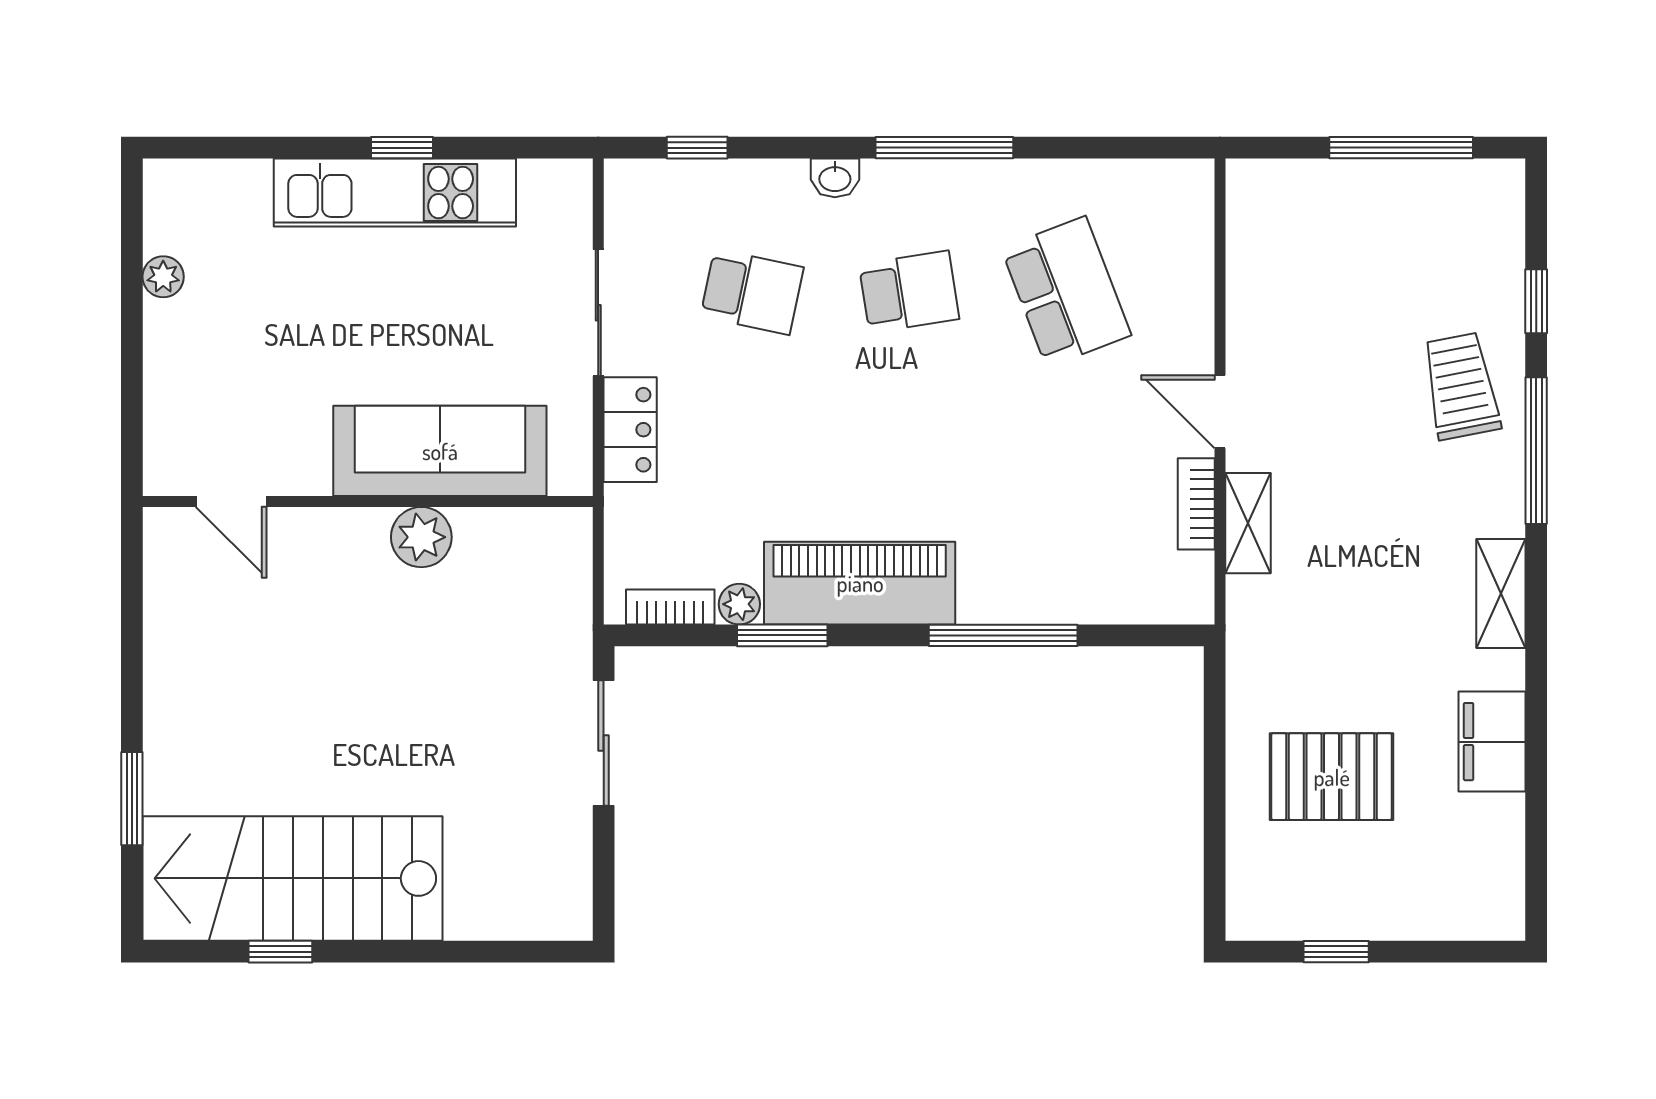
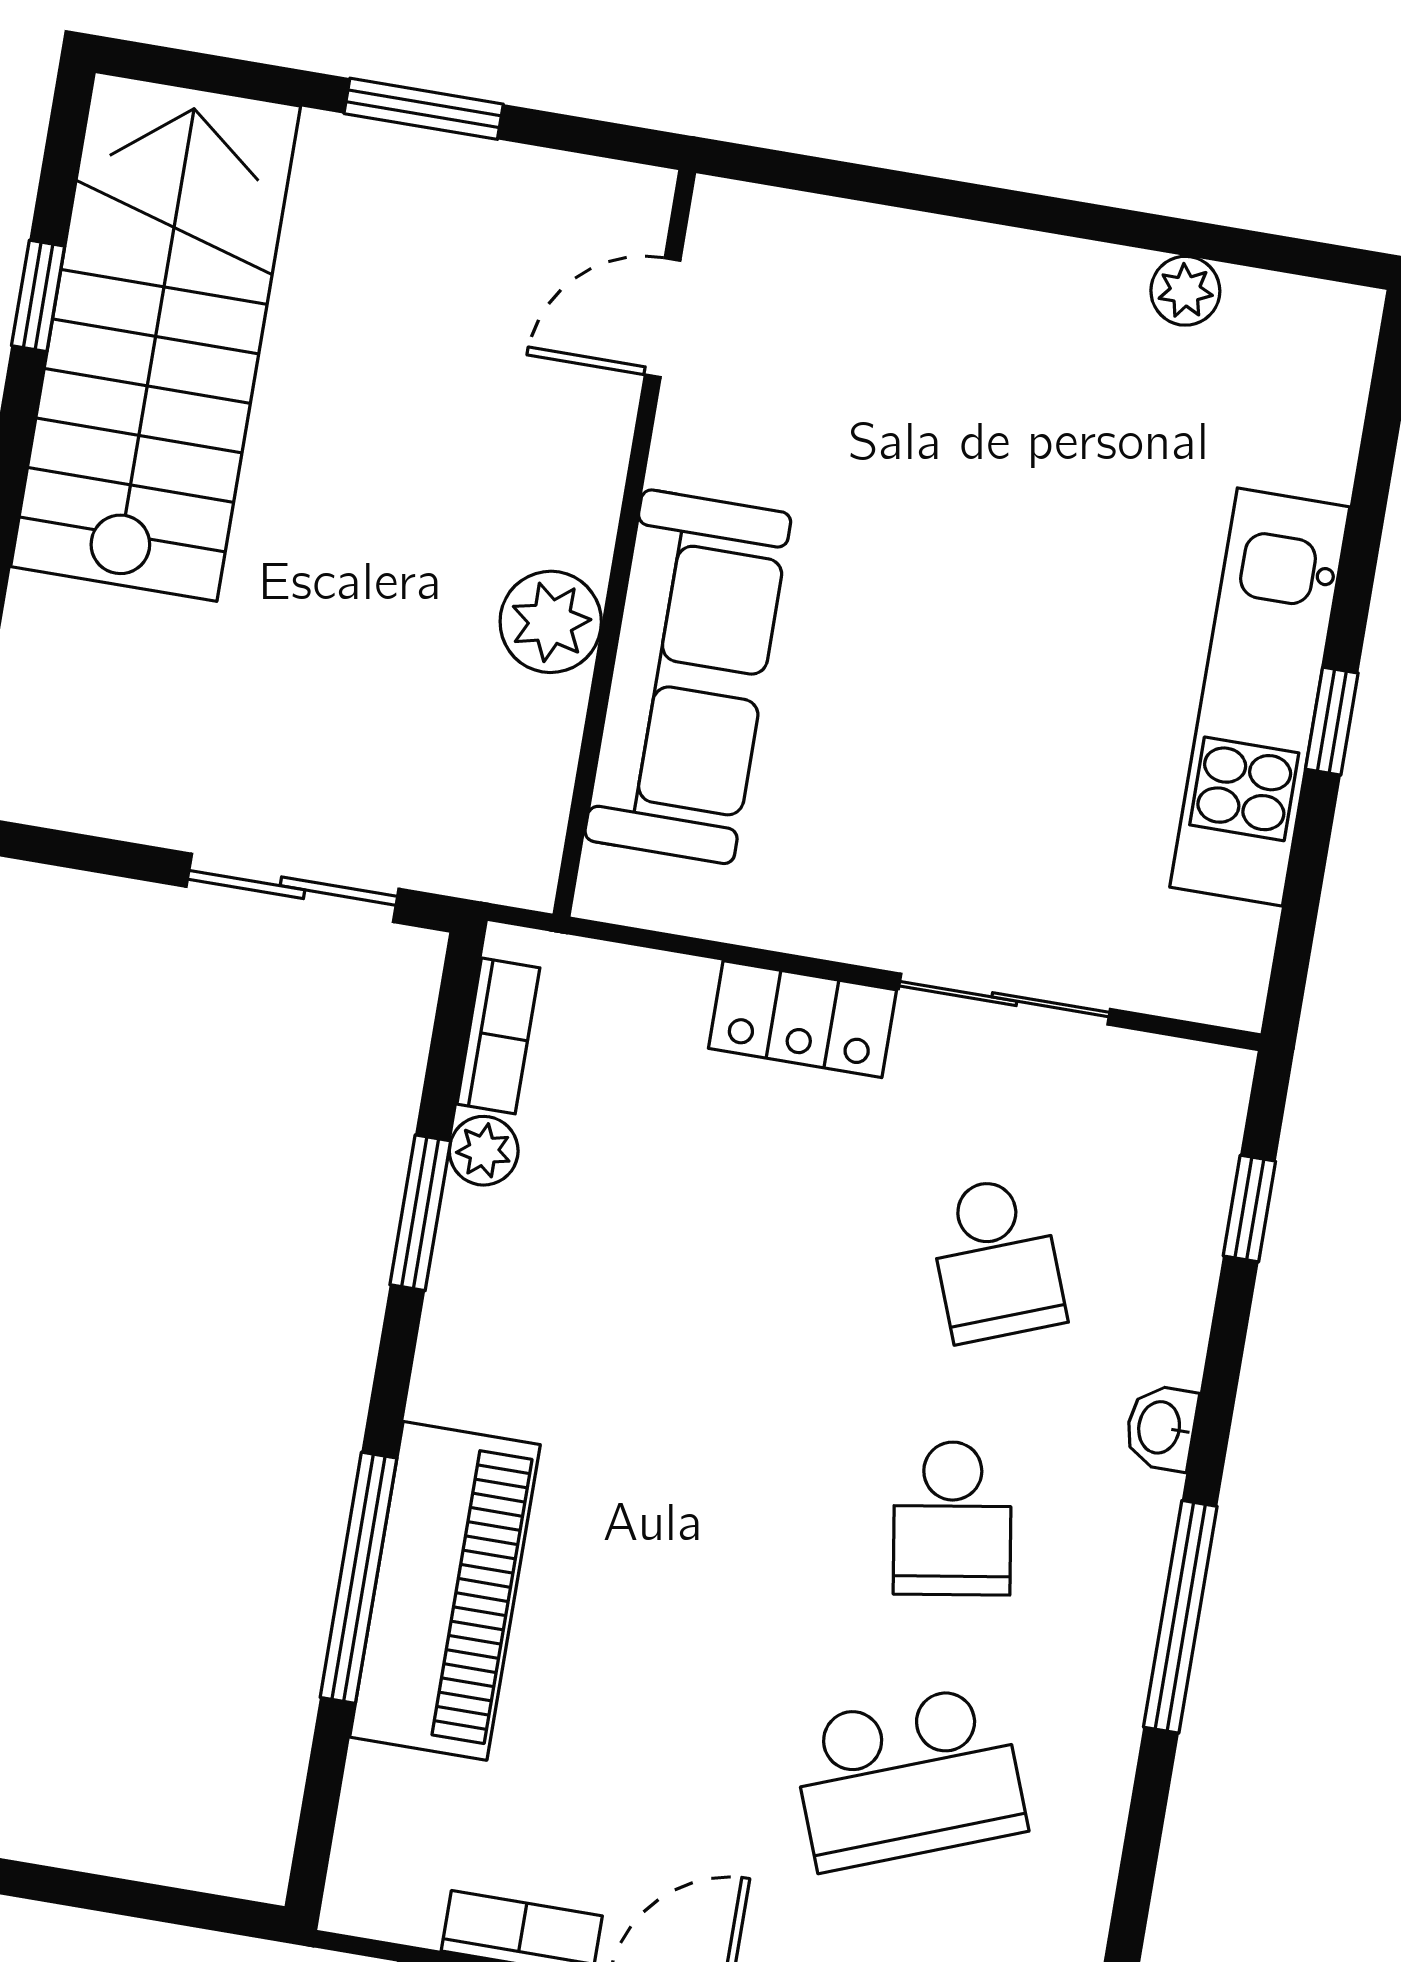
school desk: (752, 292) -> (996, 1259), turned -33
sofa: (440, 451) -> (688, 677), moved
door: (231, 501) -> (663, 318), moved
wall: (368, 501) -> (624, 543), moved
plant: (421, 537) -> (551, 622), moved
piano: (860, 583) -> (445, 1591), moved
window: (132, 799) -> (424, 109), moved

